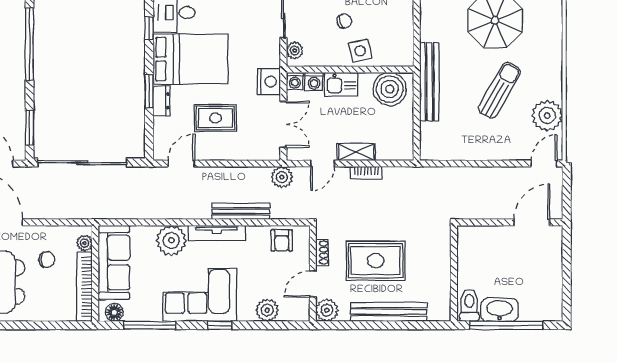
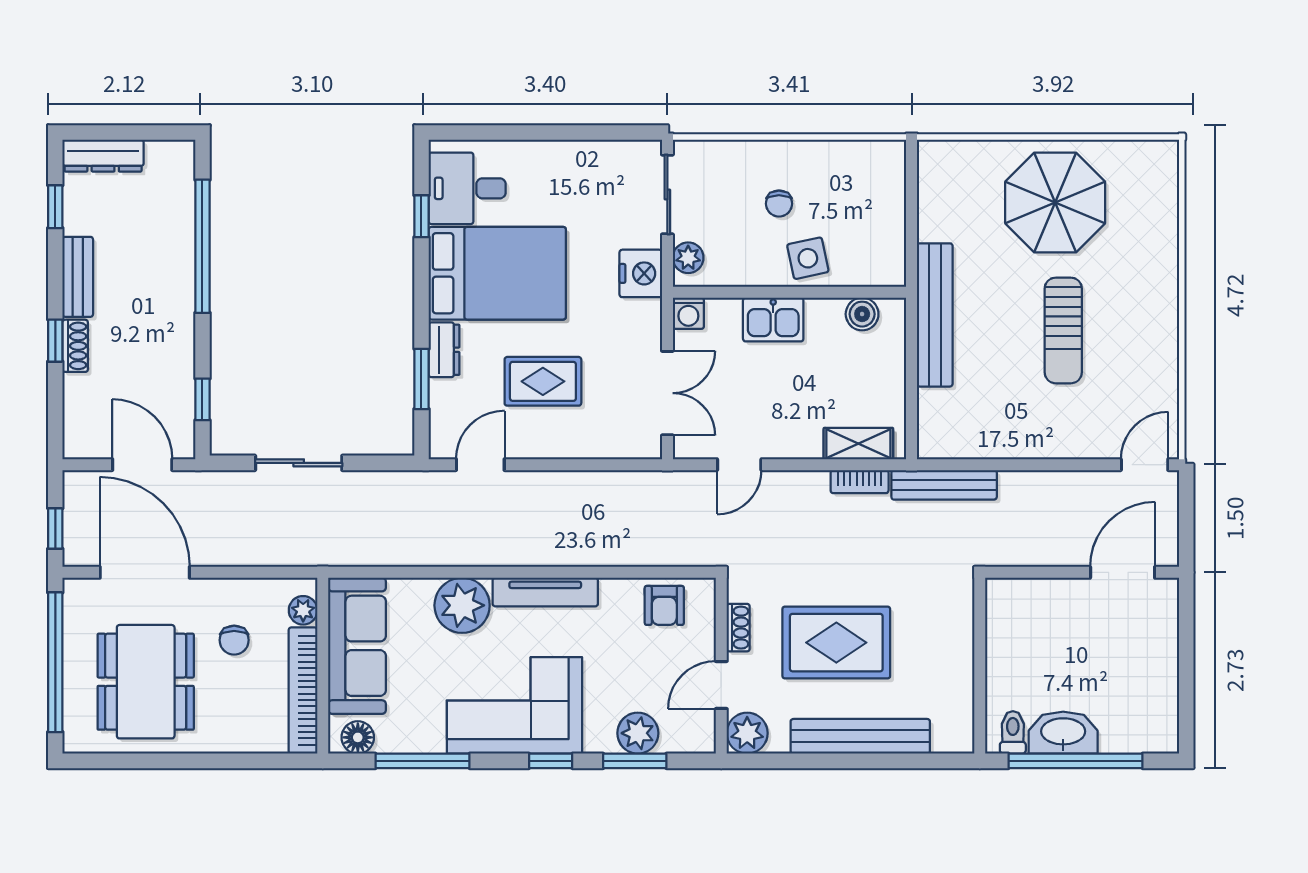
chair: (344, 21) -> (779, 204), turned 110
washing machine: (314, 81) -> (723, 314), removed
nightstand: (269, 82) -> (641, 273), moved
boiler: (390, 89) -> (862, 314), width x0.54, depth x0.54
sun lounger: (500, 90) -> (1063, 330), turned 150
window: (149, 91) -> (421, 379), moved
plant: (547, 115) -> (1151, 377), removed
window: (30, 128) -> (202, 399), width x0.67
shelving: (356, 152) -> (858, 444), moved
sliding door: (82, 163) -> (299, 463), width x0.54
bookcase: (366, 173) -> (860, 482), moved
plant: (282, 177) -> (665, 490), removed
bench: (241, 211) -> (944, 485), moved
chair: (47, 259) -> (234, 640), turned 90
toilet: (469, 305) -> (1013, 732), width x0.73, depth x0.72
window: (266, 325) -> (635, 761), added

